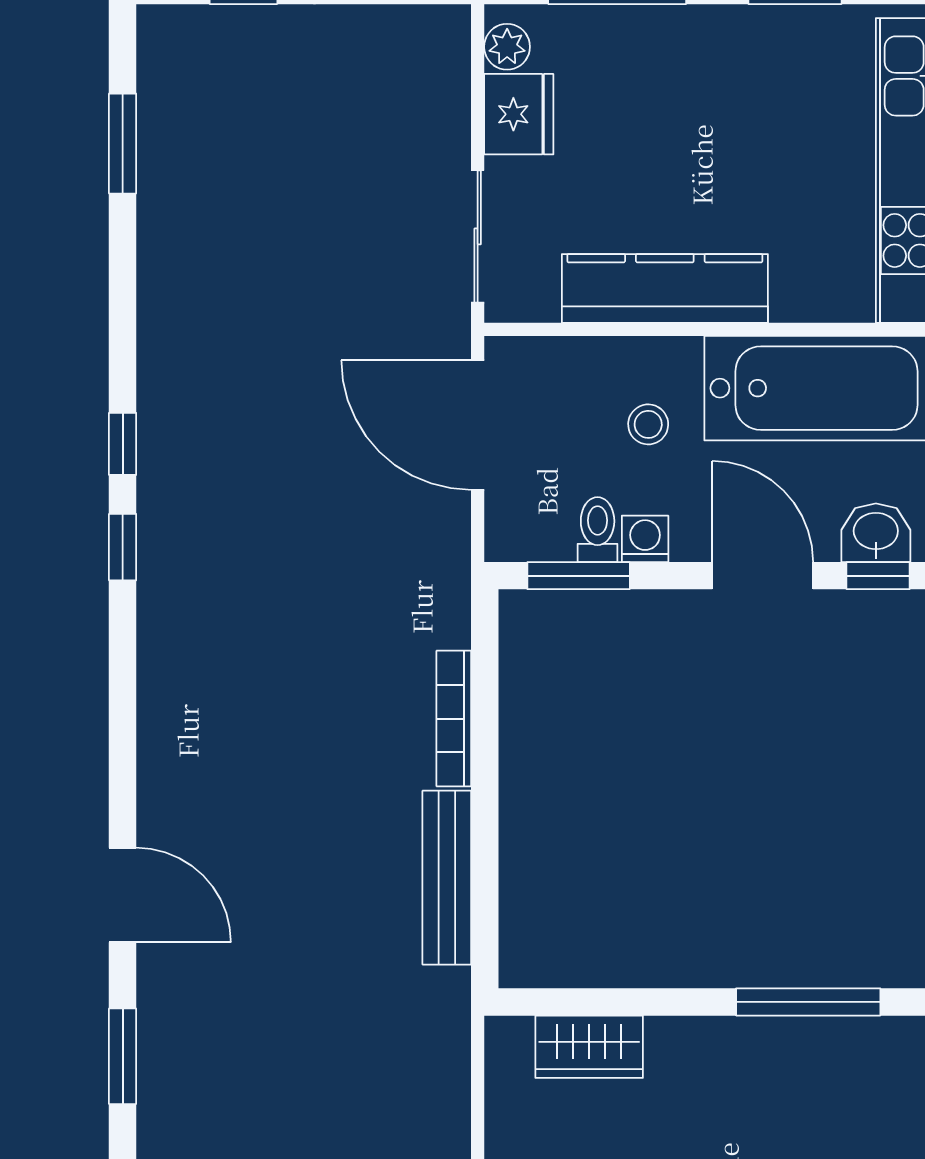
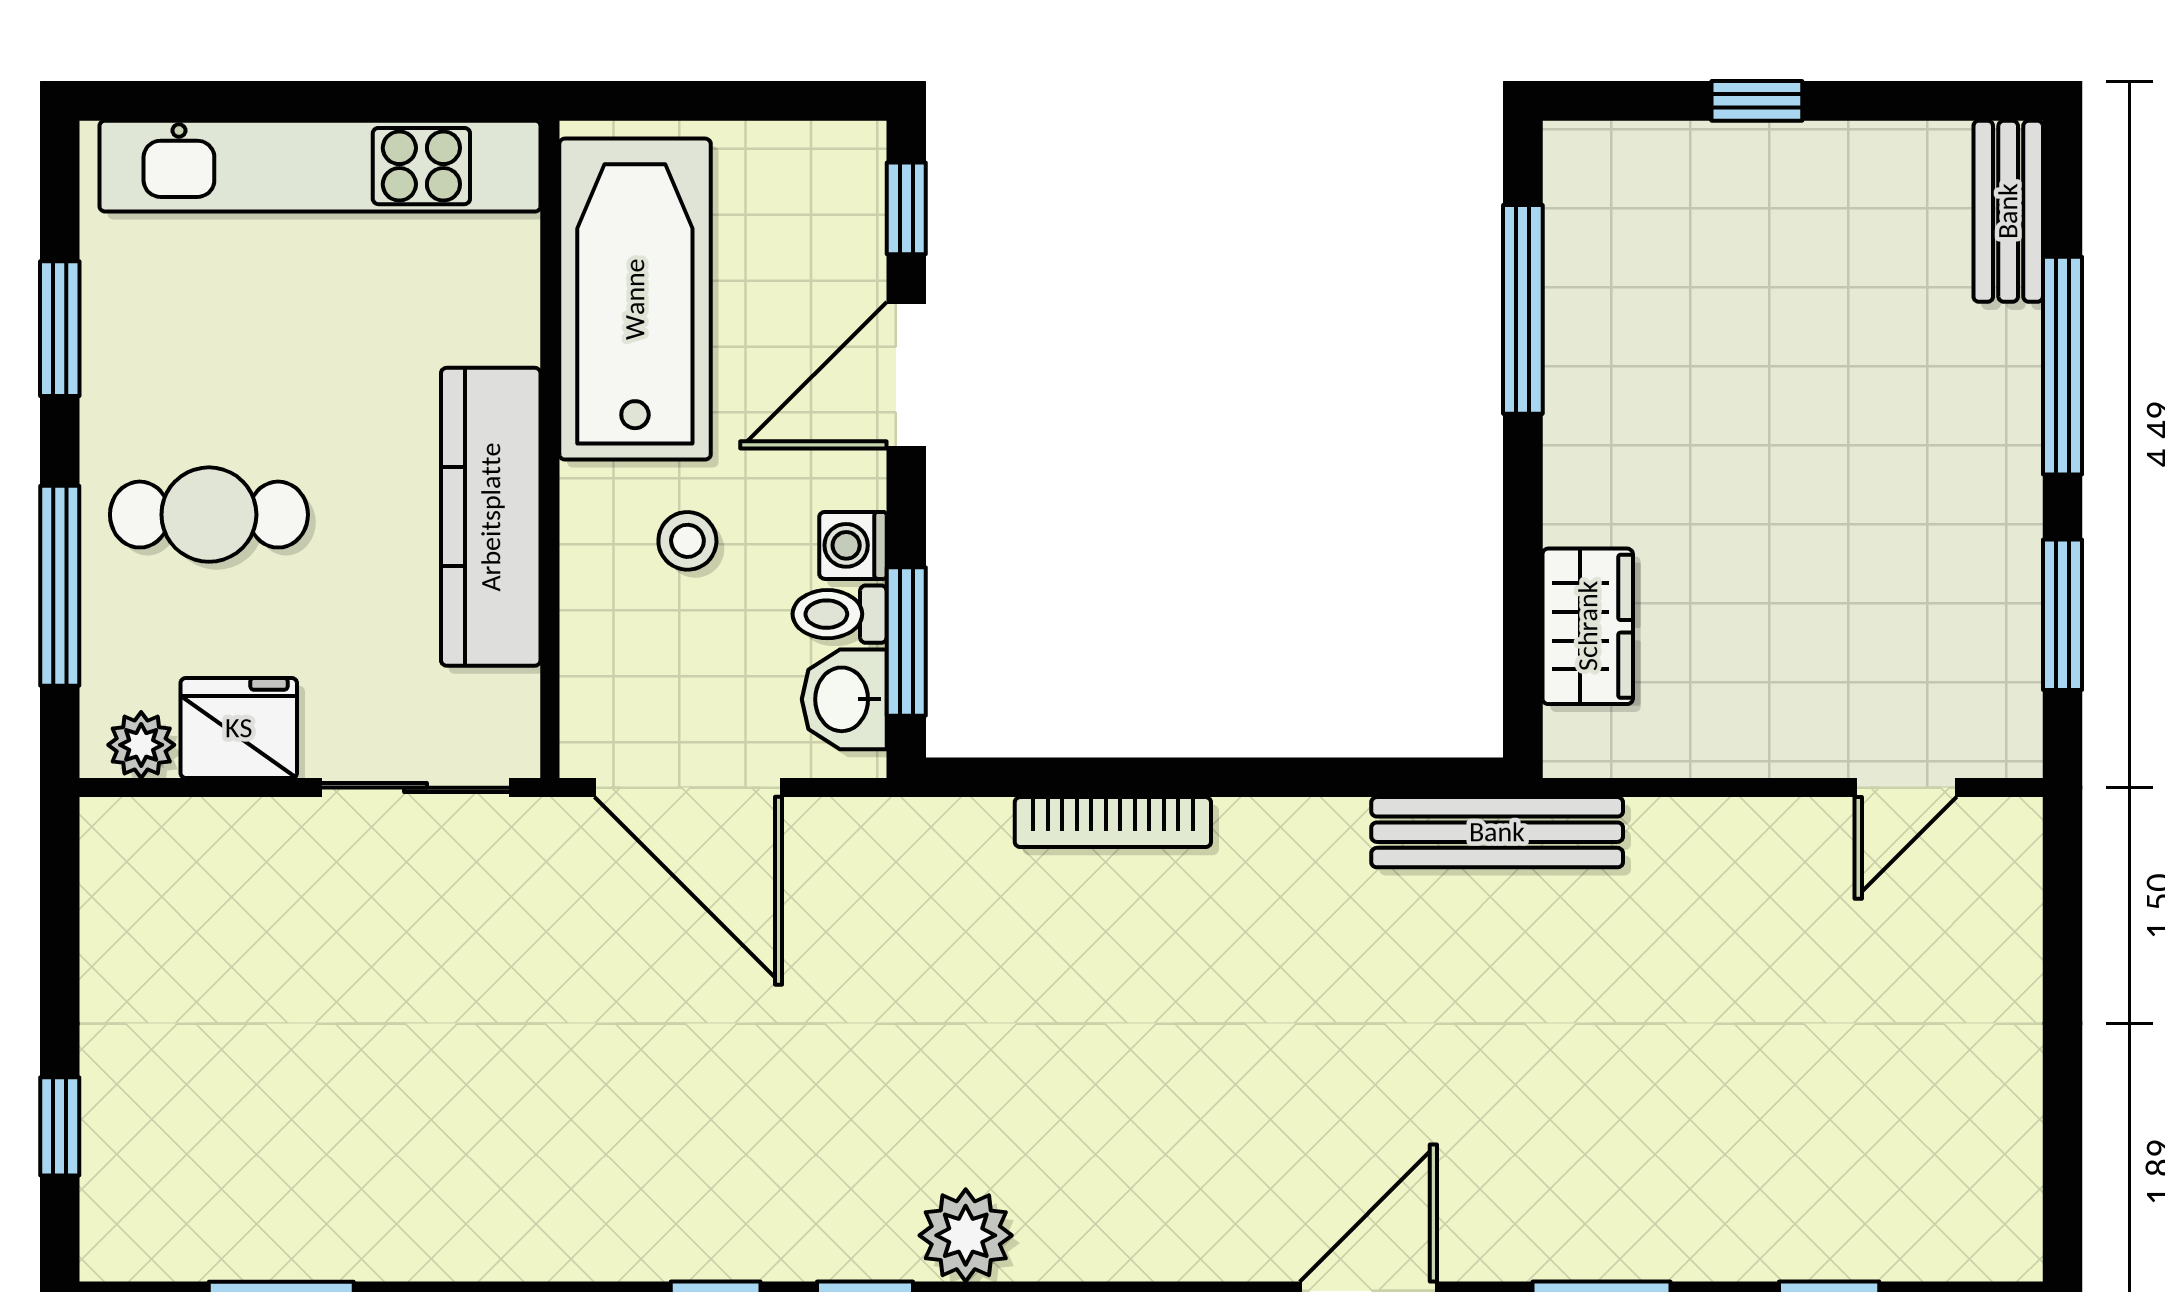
cafe table: (666, 94) -> (209, 515), added
door: (478, 425) -> (688, 788), hinge flipped
washbasin: (876, 533) -> (844, 699), moved
plant: (168, 617) -> (966, 1235), added
bench: (447, 878) -> (1497, 832), moved

